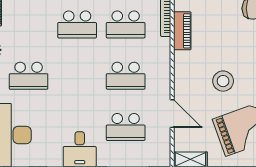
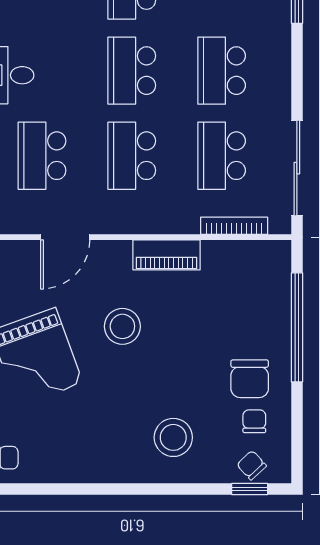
piano: (182, 31) -> (167, 255), moved
school desk: (77, 76) -> (132, 71), added

